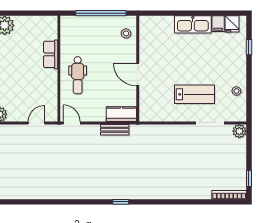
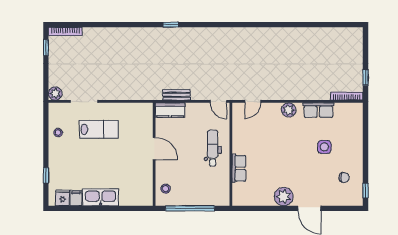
lab bench: (194, 94) -> (99, 129), turned 180

